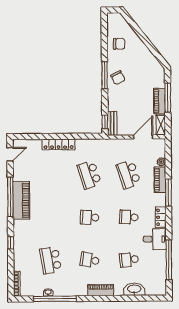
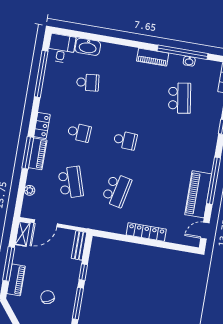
chair: (118, 78) -> (48, 297), moved
piano: (159, 101) -> (16, 280), moved
window: (105, 122) -> (83, 272), moved
school desk: (89, 175) -> (117, 190), turned 30
piano: (160, 180) -> (38, 154), moved
piano: (21, 200) -> (198, 194), moved
desk: (155, 239) -> (61, 48), moved, turned 90
school desk: (90, 260) -> (134, 90), removed
piano: (101, 290) -> (153, 57), moved

